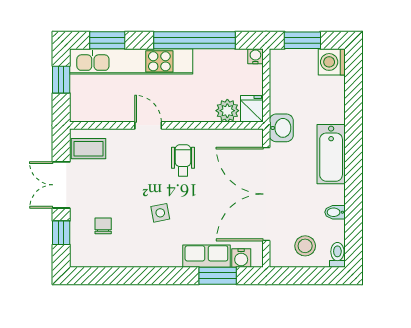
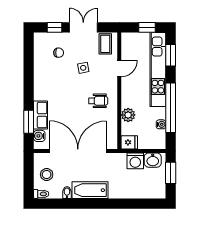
water cooler: (255, 56) -> (161, 124), moved
washing machine: (332, 62) -> (135, 161), moved, turned 180
plant: (227, 111) -> (128, 115), moved
door: (148, 125) -> (119, 68), moved
washbasin: (281, 128) -> (153, 160), moved
bathtub: (331, 154) -> (90, 190), moved
side table: (160, 213) -> (83, 68), moved

